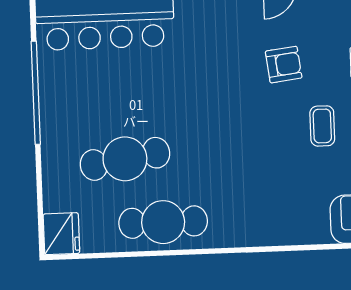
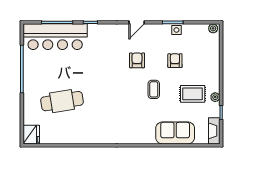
armchair: (284, 65) -> (137, 60), turned -83
cafe table: (163, 222) -> (79, 131), removed

